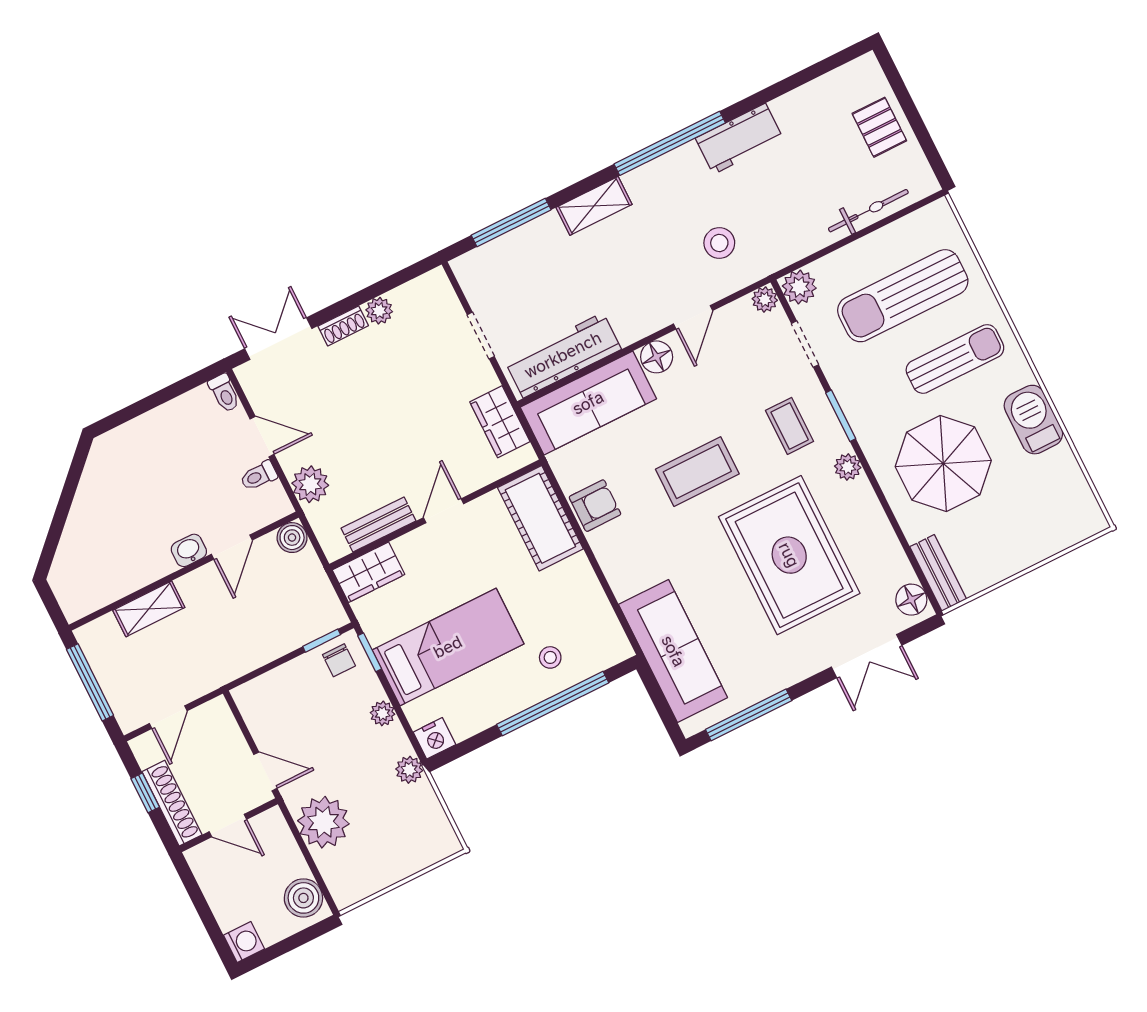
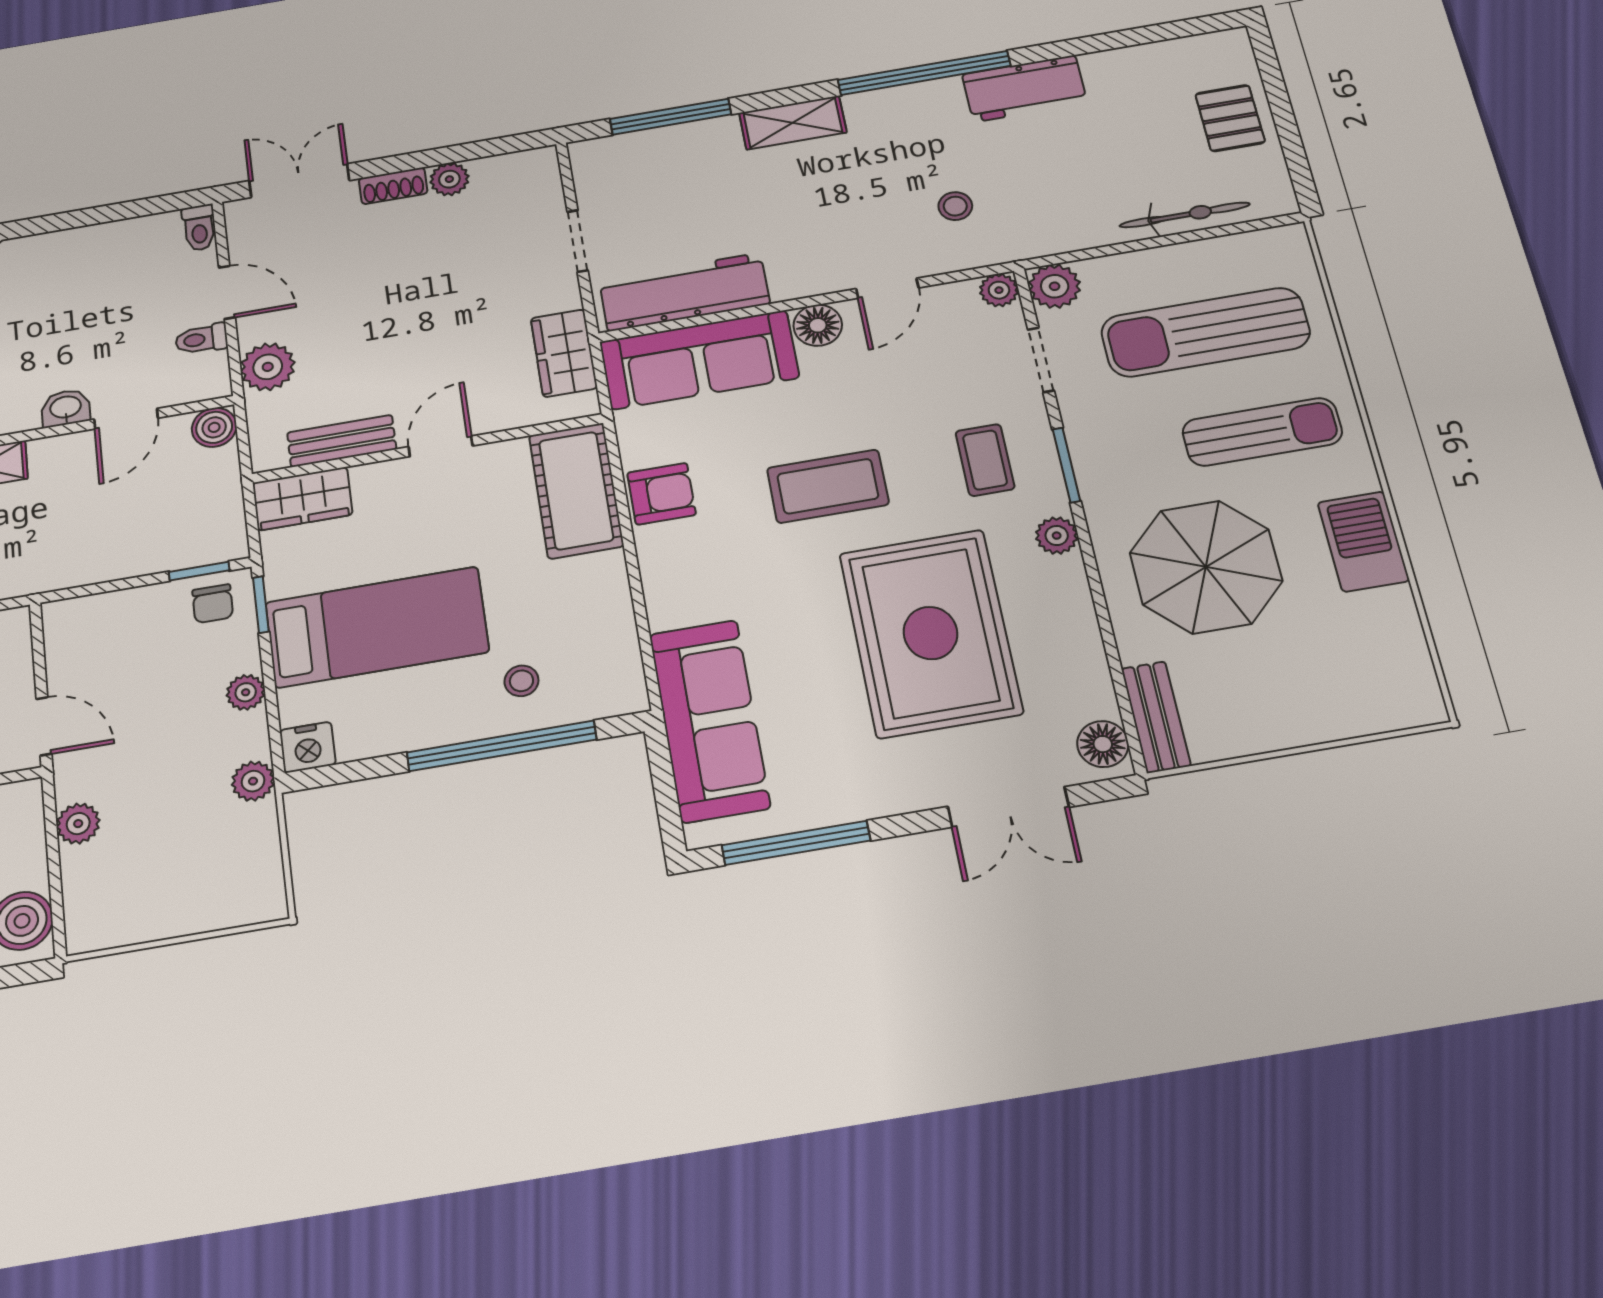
stool: (719, 243) -> (955, 206), width x0.73, depth x0.73
plant: (323, 822) -> (78, 824), width x0.53, depth x0.53

